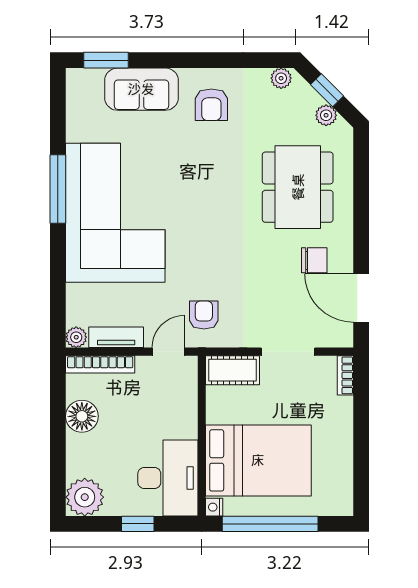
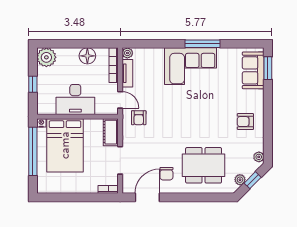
sofa: (141, 89) -> (253, 70), moved
corner sofa: (115, 213) -> (191, 66), width x0.73, depth x0.74
armchair: (204, 315) -> (139, 118), turned 90
desk: (168, 478) -> (75, 99), moved

